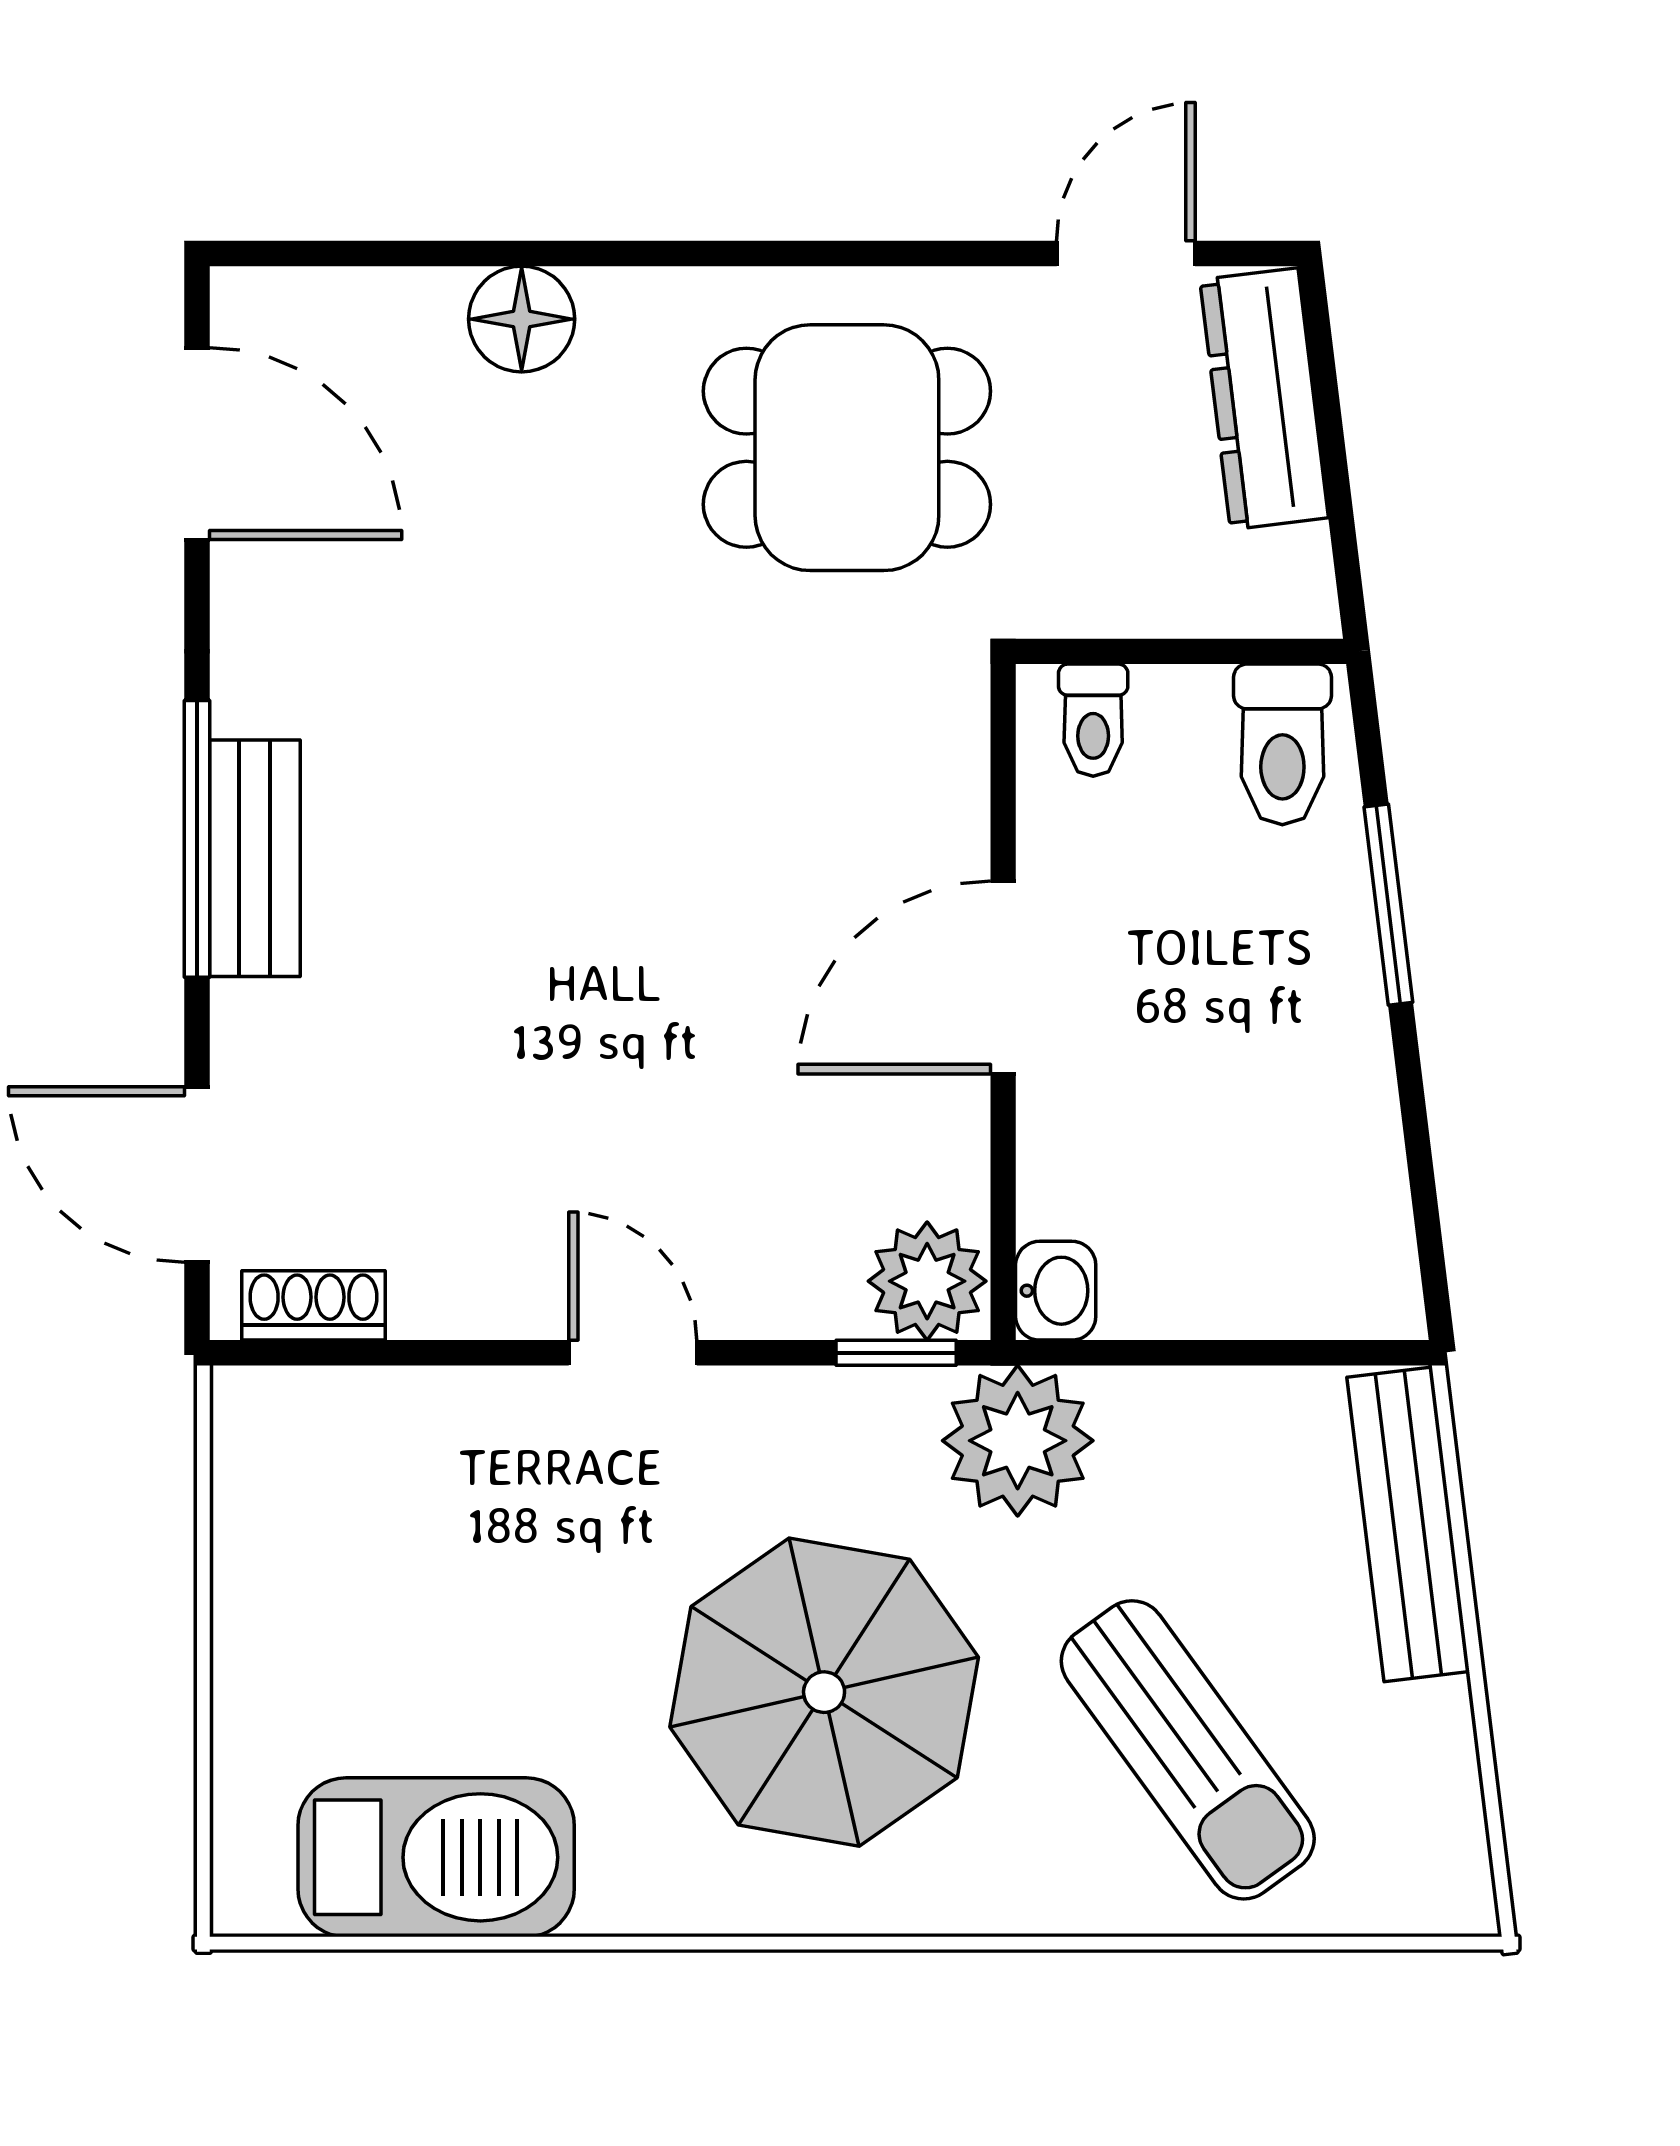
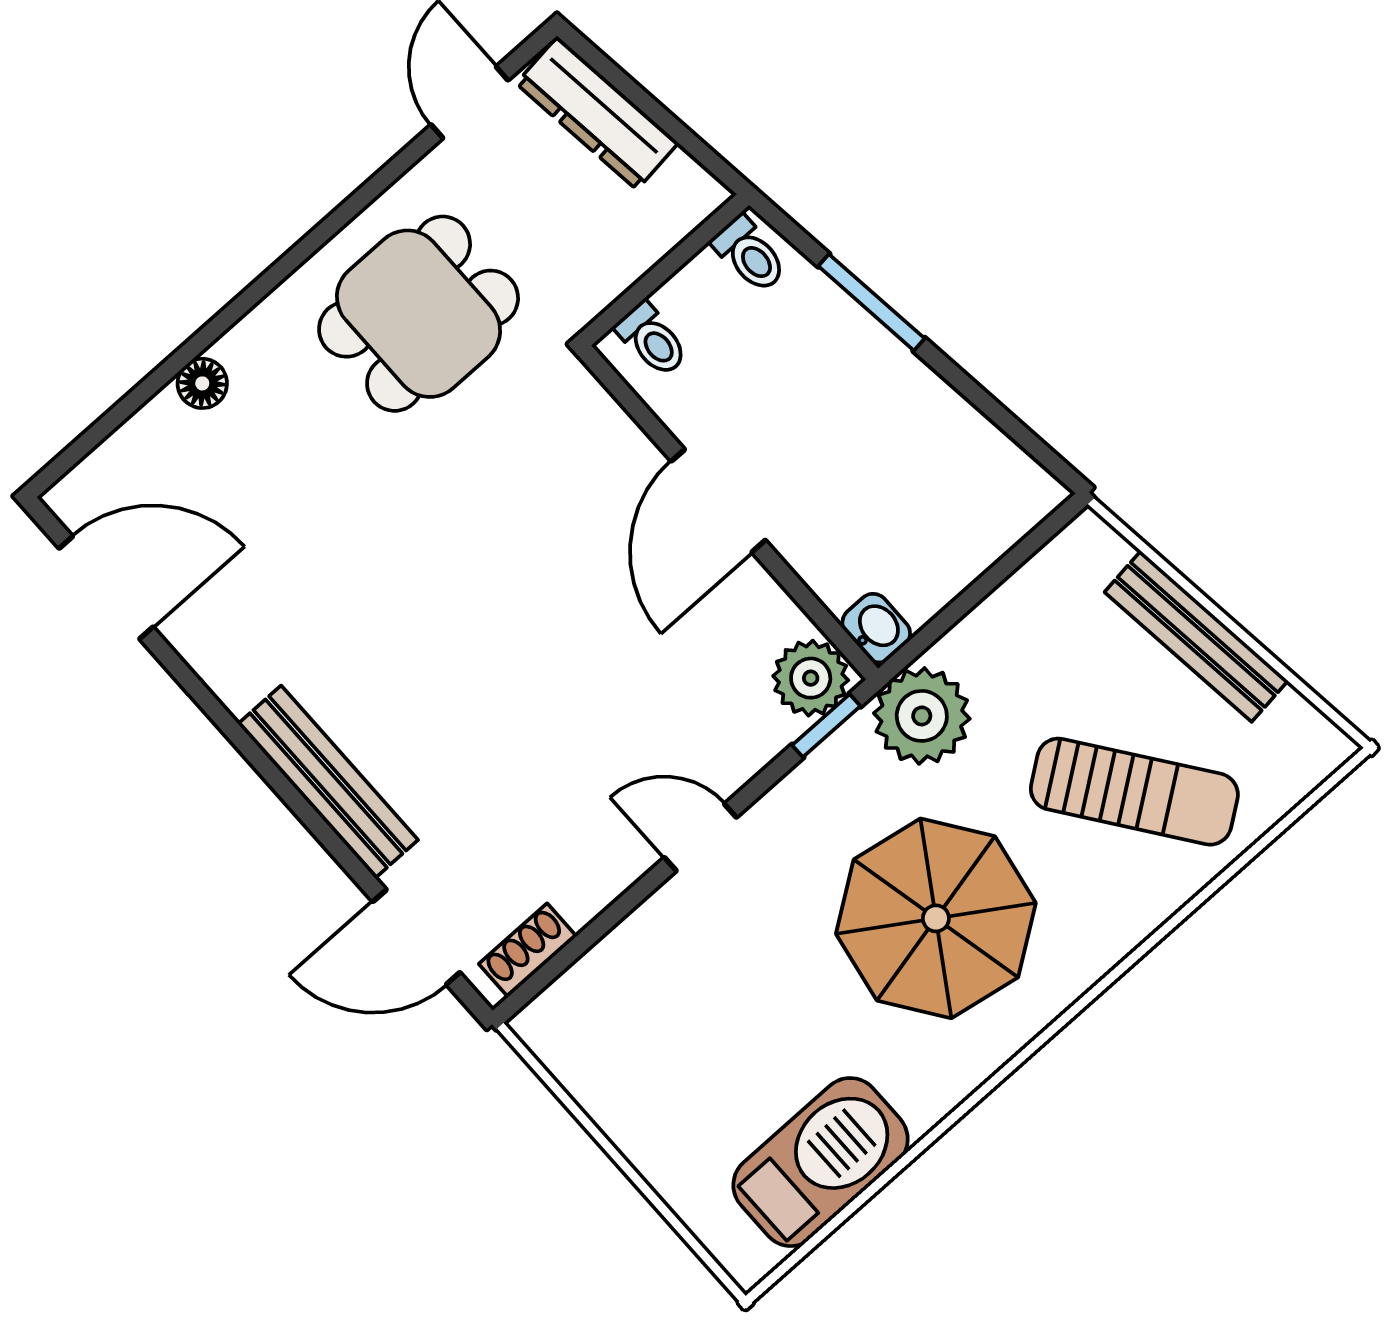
floor lamp: (522, 319) -> (202, 383), width x0.73, depth x0.73
toilet: (1282, 744) -> (750, 254), width x0.73, depth x0.72
window: (197, 839) -> (274, 777), removed
bench: (255, 858) -> (328, 782), width x1.36
bench: (1408, 1524) -> (1196, 636), moved

